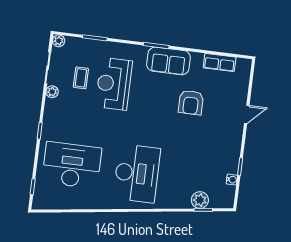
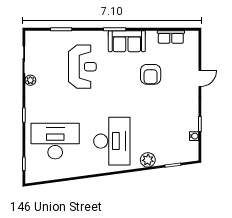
plant: (59, 41) -> (30, 36), removed
coffee table: (81, 78) -> (53, 65), removed
reception desk: (114, 84) -> (82, 67), turned 180
plant: (200, 200) -> (148, 160), moved

